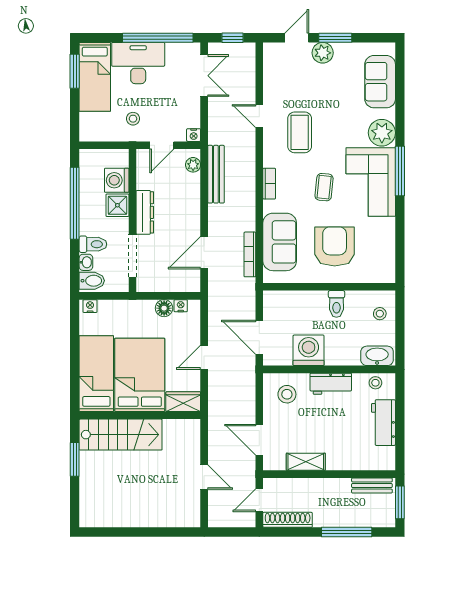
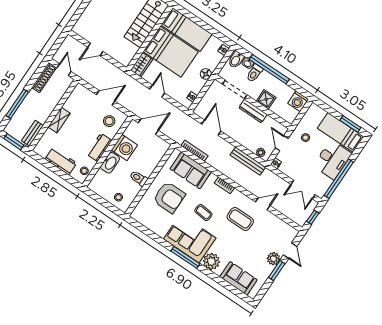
washing machine: (117, 180) -> (298, 101), moved, turned 180
window: (75, 203) -> (269, 69), moved
floor lamp: (164, 308) -> (206, 74), moved
washbasin: (377, 356) -> (110, 163), moved
door: (259, 440) -> (106, 98), moved
shelving: (306, 462) -> (59, 120), moved

